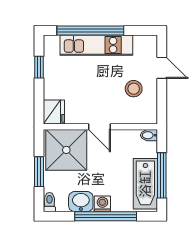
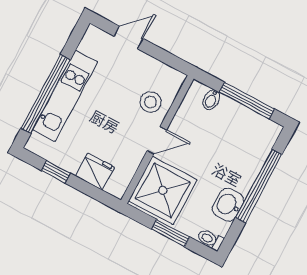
stool: (134, 89) -> (150, 102), moved
fridge: (54, 112) -> (95, 172), moved
bidet: (149, 135) -> (211, 100), moved
bathtub: (145, 184) -> (246, 123), removed
washing machine: (102, 204) -> (243, 182), removed

